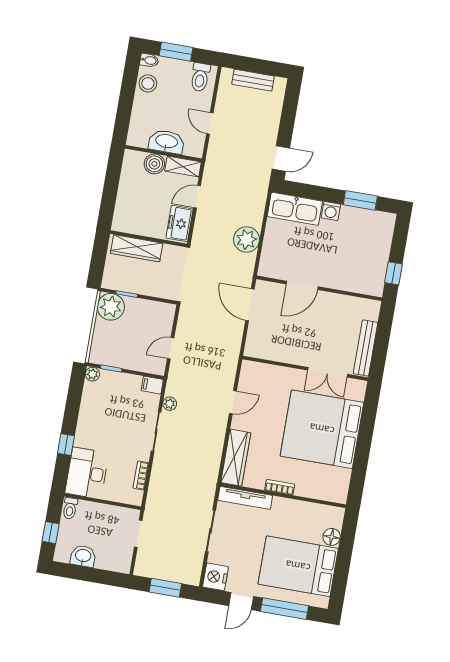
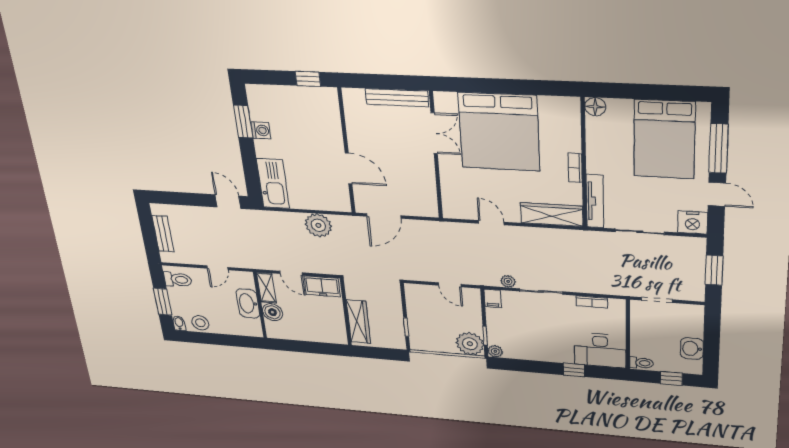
washing machine: (331, 211) -> (261, 130), moved
plant: (111, 307) -> (470, 344), moved
floor lamp: (332, 537) -> (595, 107), moved

